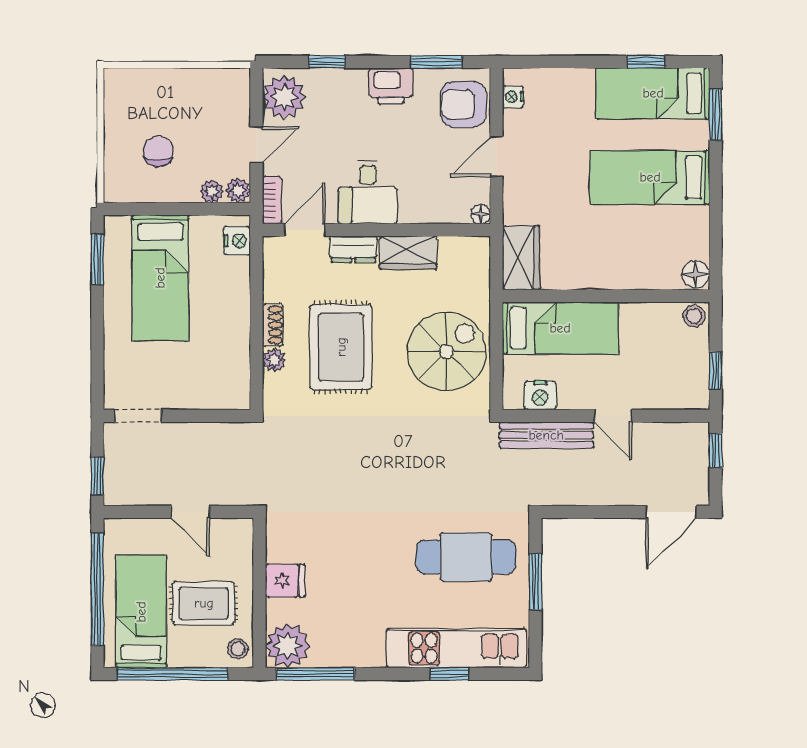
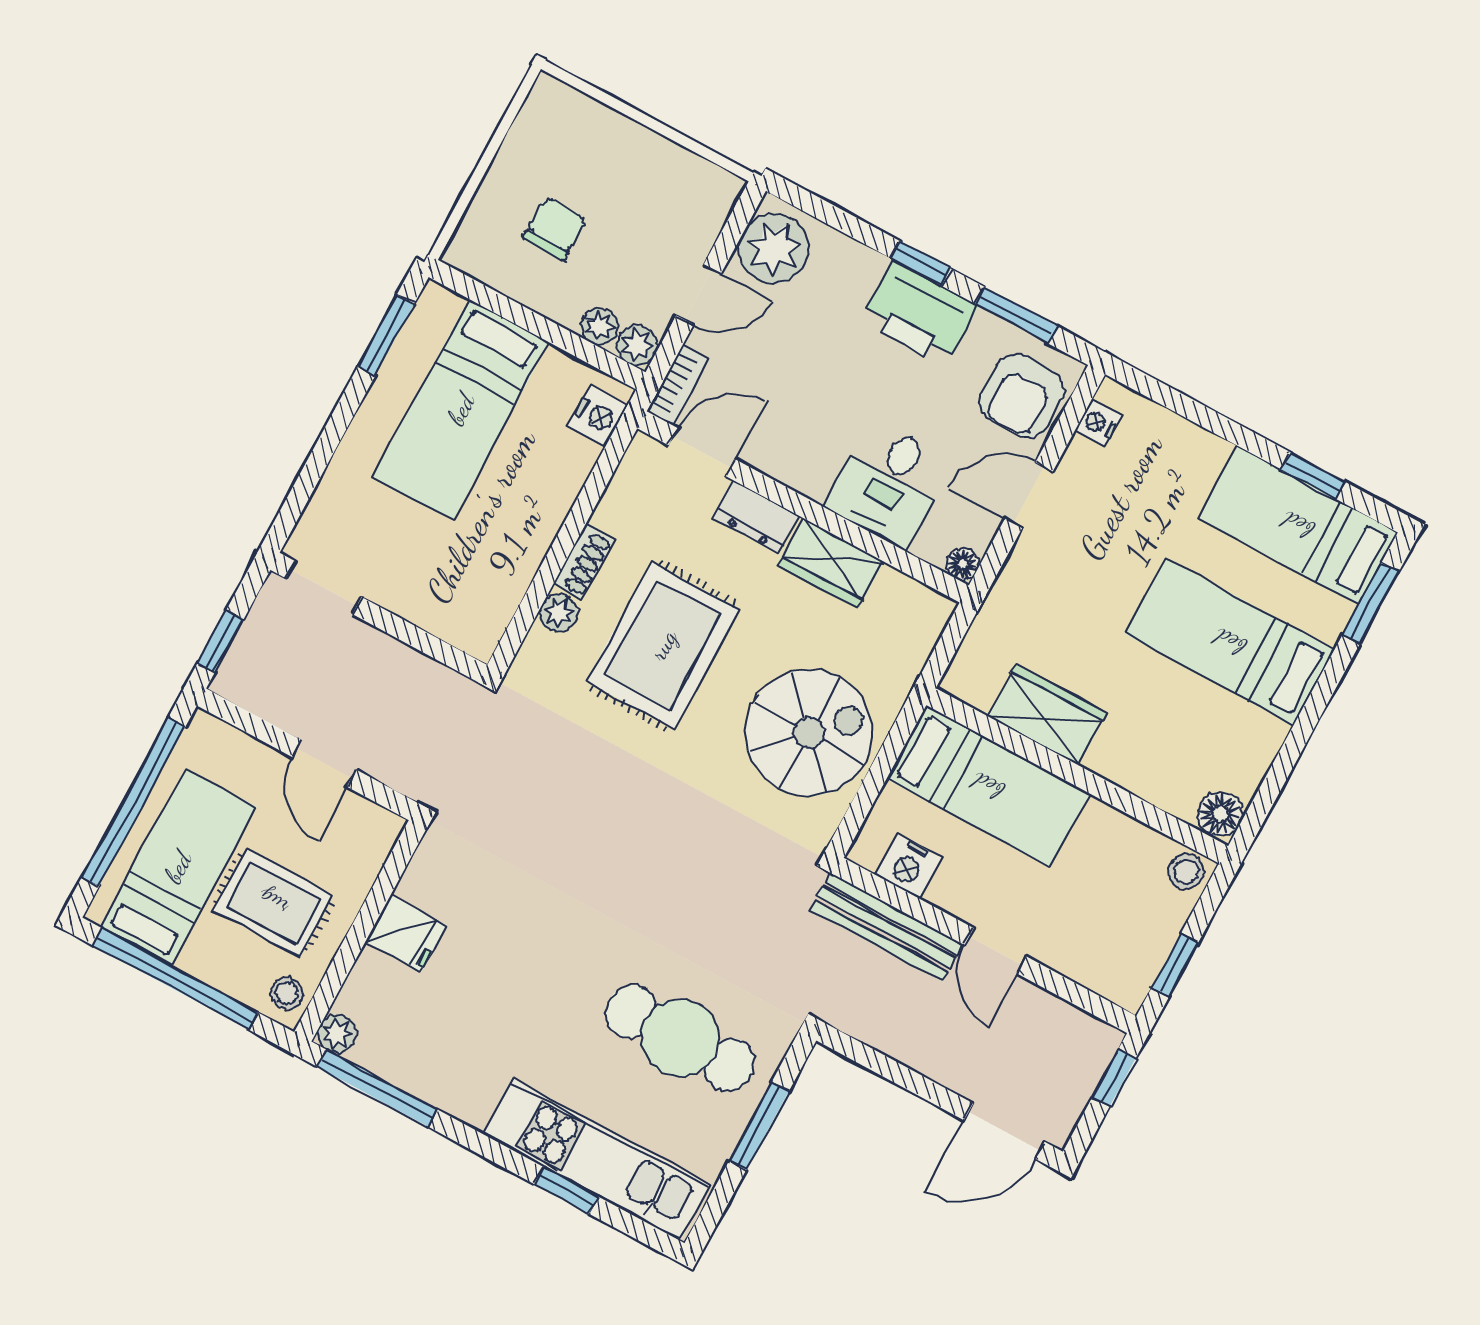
window: (327, 62) -> (920, 263), moved
printer: (391, 86) -> (919, 313), width x1.37, depth x1.19
armchair: (463, 104) -> (1022, 396), turned -90
desk: (368, 192) -> (888, 484), moved
wardrobe: (521, 258) -> (1047, 715), moved, turned -90
plant: (288, 646) -> (337, 1034), width x0.53, depth x0.53

